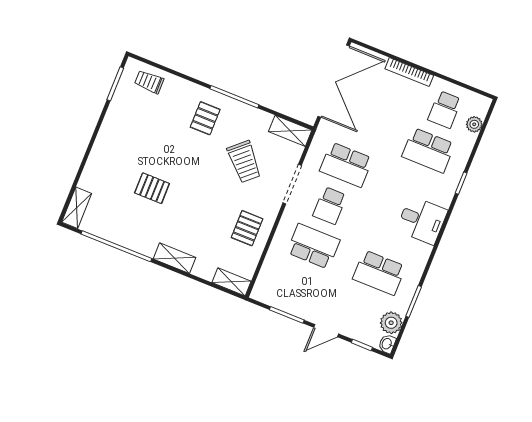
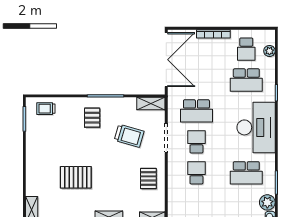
trolley: (244, 162) -> (129, 136), turned -32
pallet: (152, 188) -> (76, 177), width x1.50, depth x1.42
school desk: (330, 205) -> (196, 142), turned 180
desk: (422, 220) -> (256, 127), width x1.87, depth x1.30
school desk: (313, 246) -> (196, 173), width x0.54

